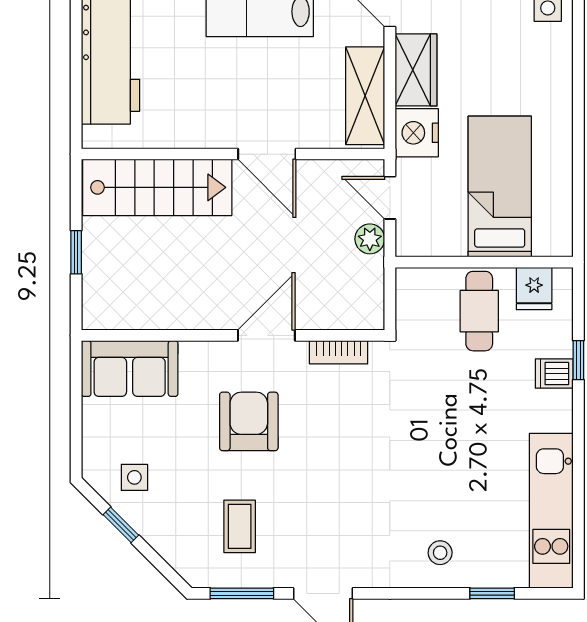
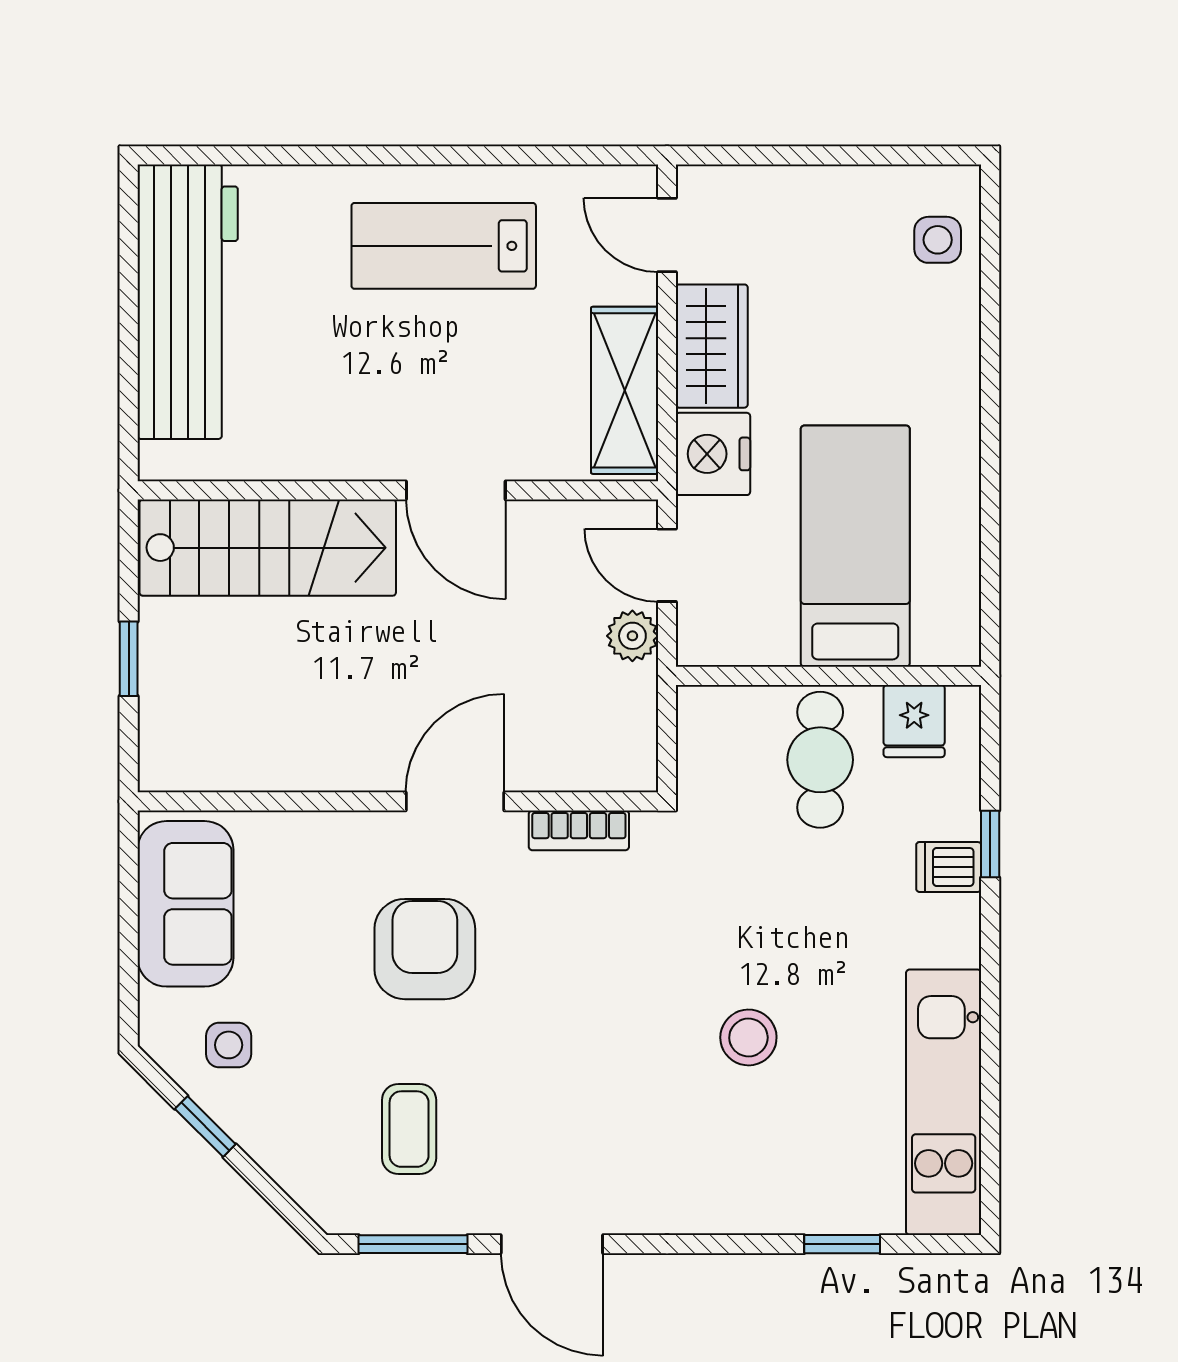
sofa: (130, 369) -> (185, 904), moved, turned -90
stool: (440, 553) -> (748, 1037), moved, width x1.37, depth x1.37

